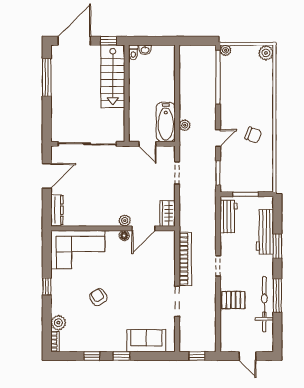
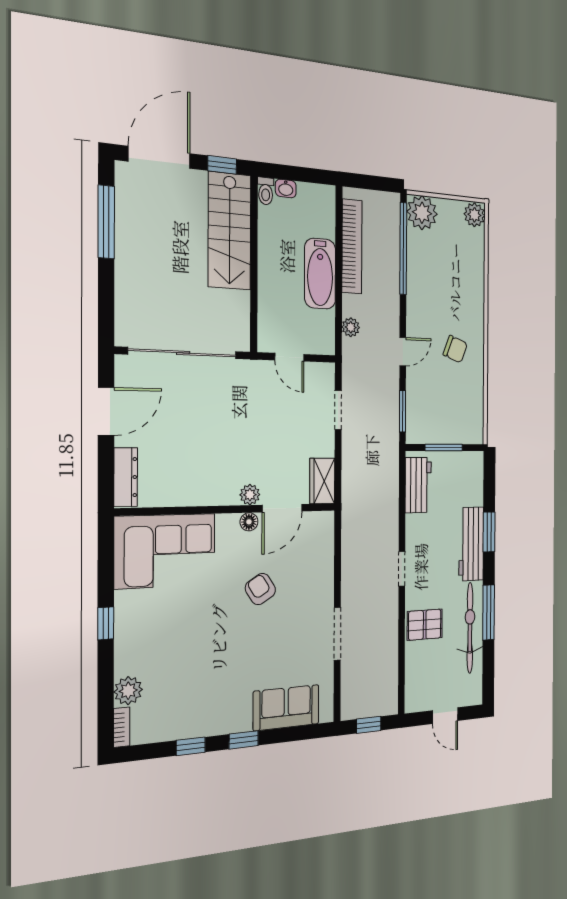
plant: (226, 50) -> (422, 213), width x1.88, depth x1.88
bathtub: (166, 122) -> (320, 274), moved
workbench: (265, 232) -> (471, 544), moved
bookcase: (185, 259) -> (352, 246), moved
armchair: (98, 297) -> (260, 589), moved

